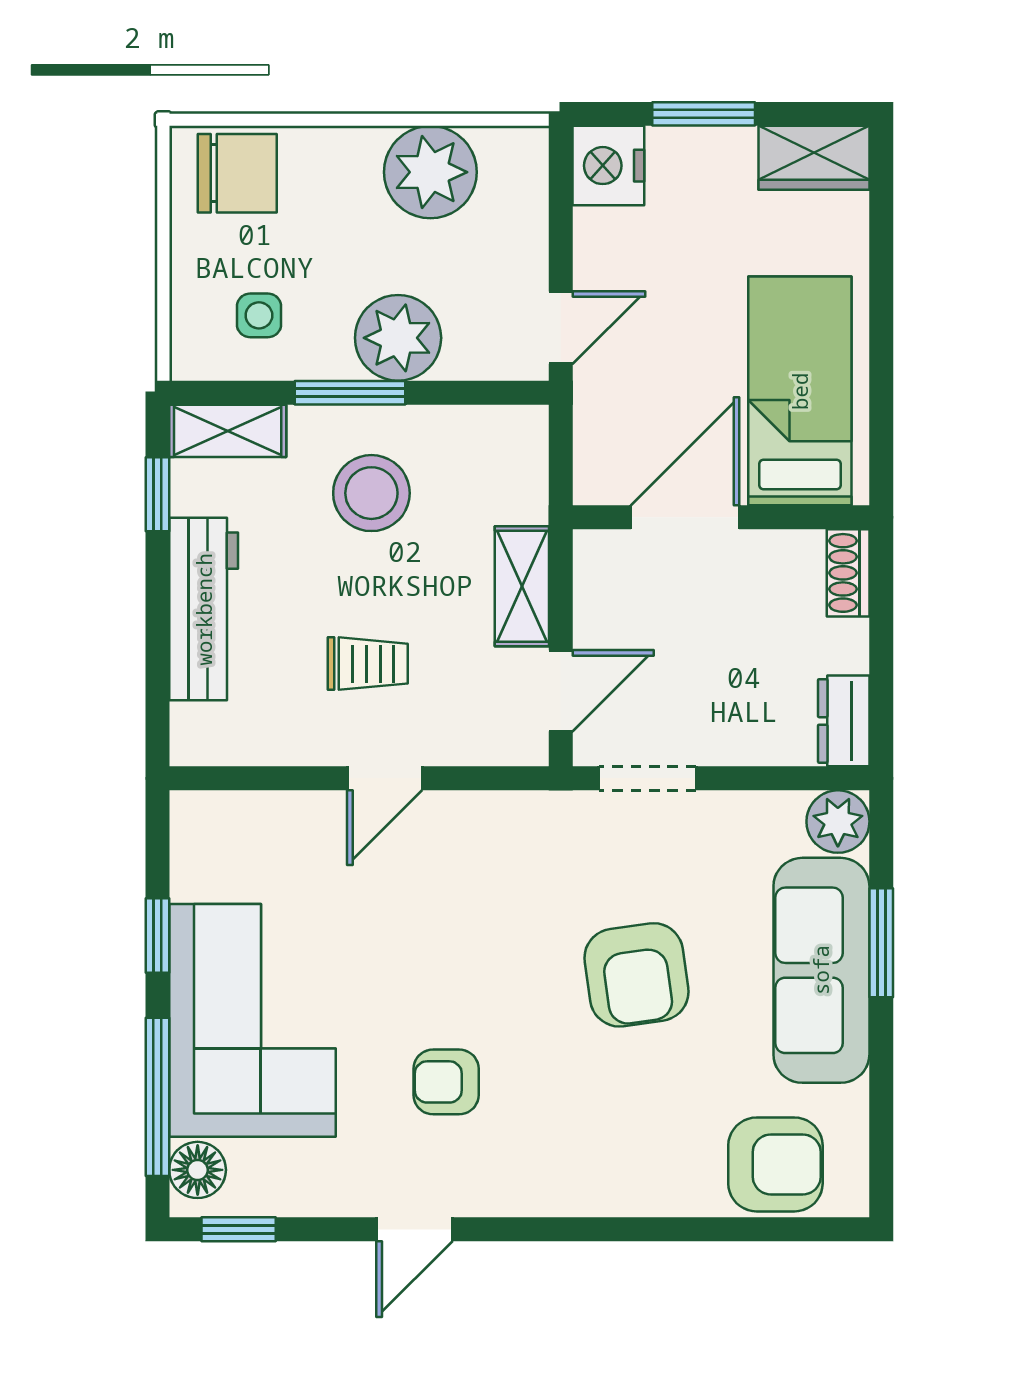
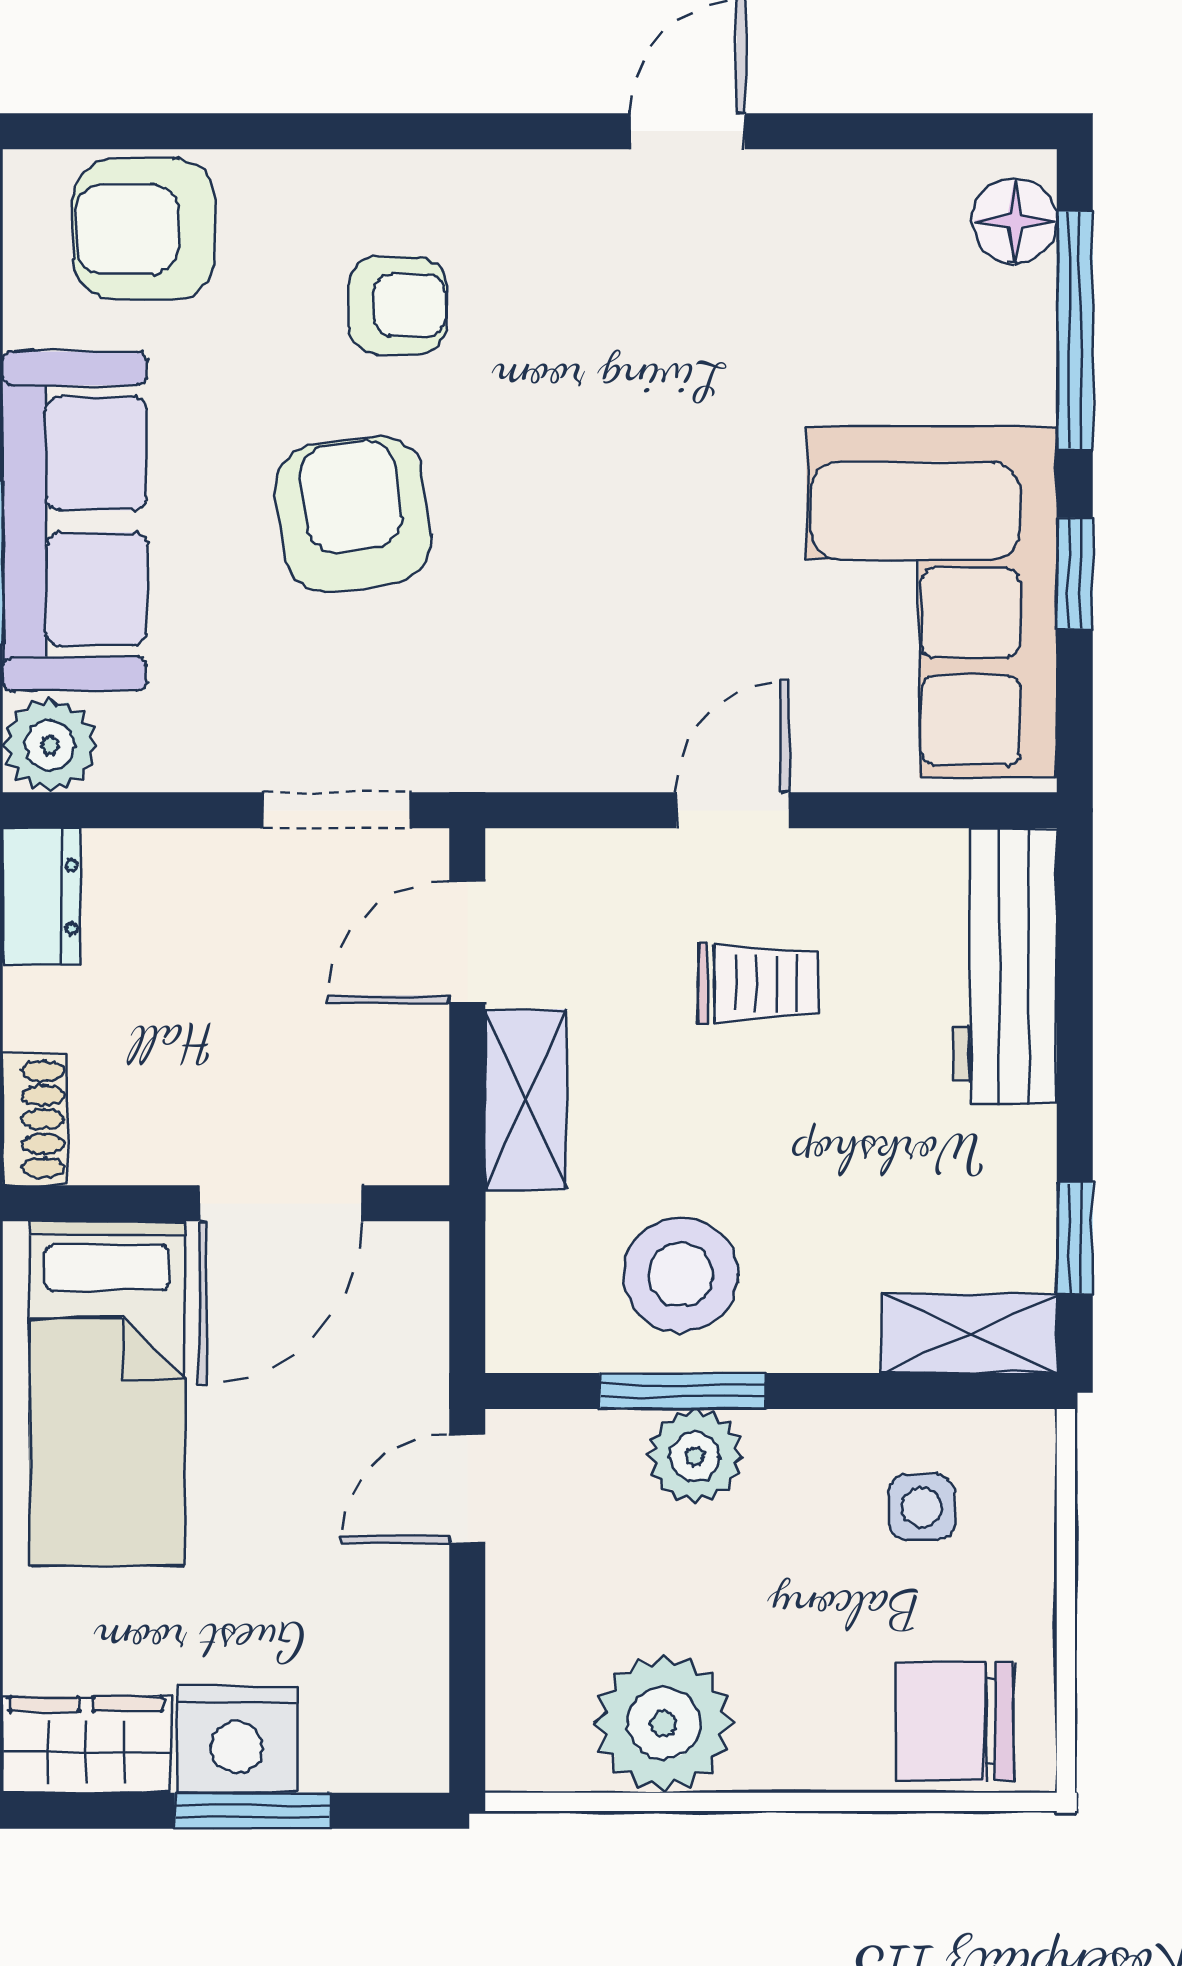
nightstand: (608, 166) -> (237, 1739), moved, turned 90
plant: (398, 338) -> (695, 1456), width x0.73, depth x0.73
window: (350, 393) -> (683, 1391), moved
stool: (371, 493) -> (681, 1275), moved
workbench: (204, 609) -> (1005, 966), moved
trolley: (368, 664) -> (758, 983), turned 180
corner sofa: (252, 1020) -> (932, 602), moved
armchair: (446, 1082) -> (398, 305), moved
window: (239, 1229) -> (952, 131), removed

